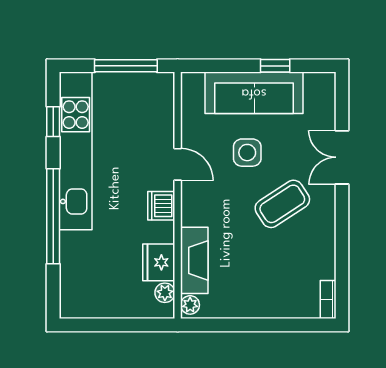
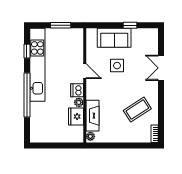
window: (126, 66) -> (61, 25), width x0.69
sofa: (254, 93) -> (114, 38), width x0.73
coffee table: (282, 204) -> (137, 110), moved
plant: (165, 293) -> (79, 102), moved

